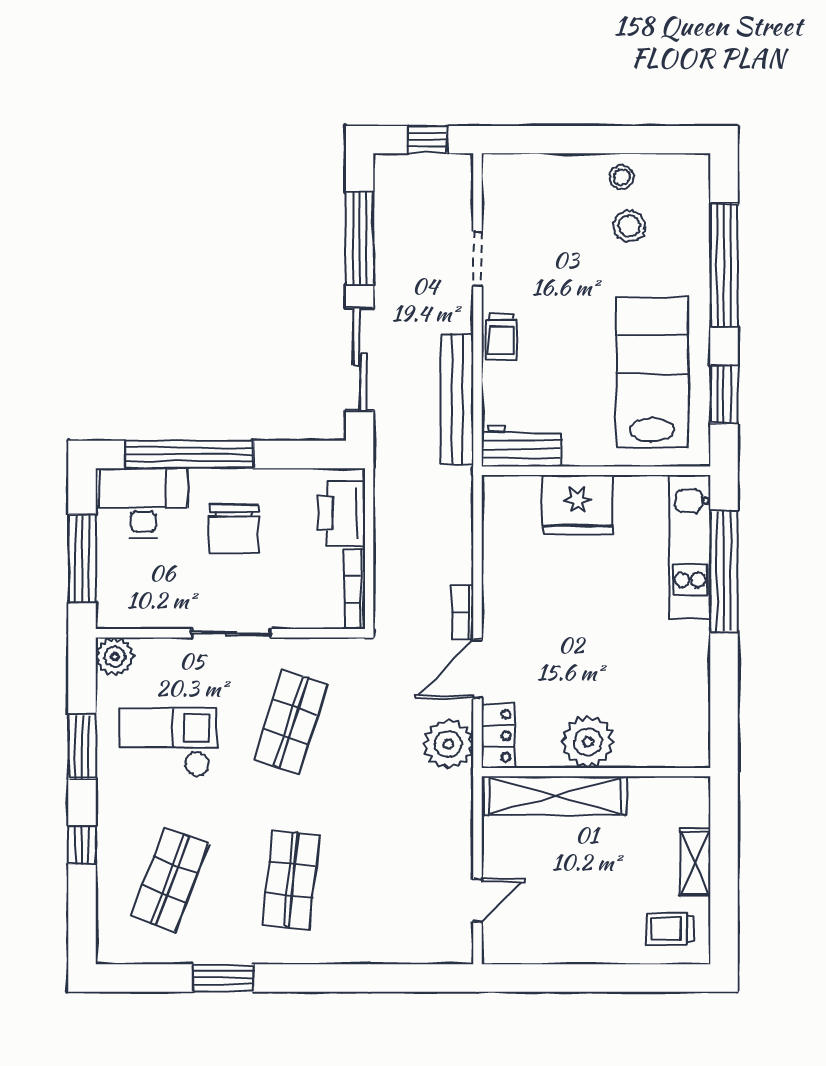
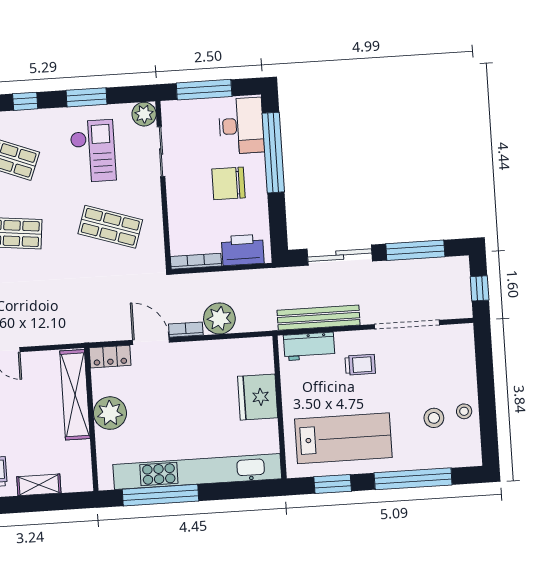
doorway: (477, 259) -> (407, 325), width x1.88
trolley: (501, 337) -> (360, 365), moved, turned 180
workbench: (521, 446) -> (309, 346), moved, turned 90
kitchen unit: (690, 547) -> (197, 472), width x1.86
window: (724, 571) -> (160, 495), moved
sliding door: (231, 633) -> (161, 152), moved
plant: (448, 744) -> (219, 318), moved

